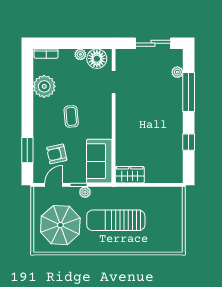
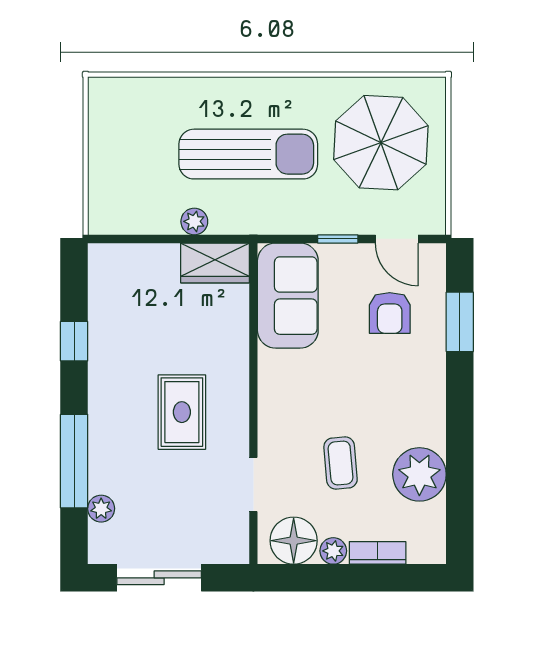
bookcase: (46, 54) -> (378, 553), moved
rug: (144, 112) -> (182, 412), added
coffee table: (71, 116) -> (341, 463), moved
armchair: (57, 154) -> (390, 313), turned 102
door: (54, 185) -> (397, 239), hinge flipped
plant: (85, 192) -> (194, 221), moved

